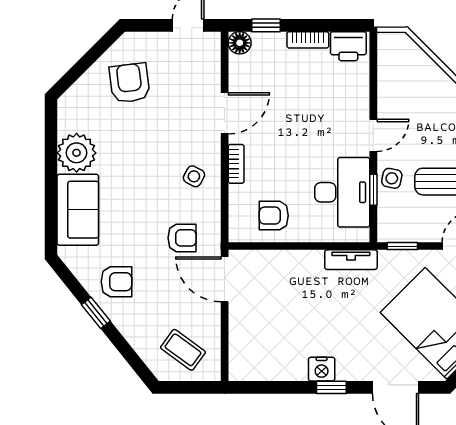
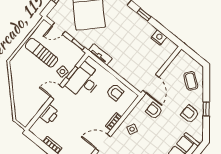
printer: (348, 46) -> (49, 114), moved, turned 90
coffee table: (183, 350) -> (191, 81), moved
nightstand: (322, 369) -> (159, 37), moved

